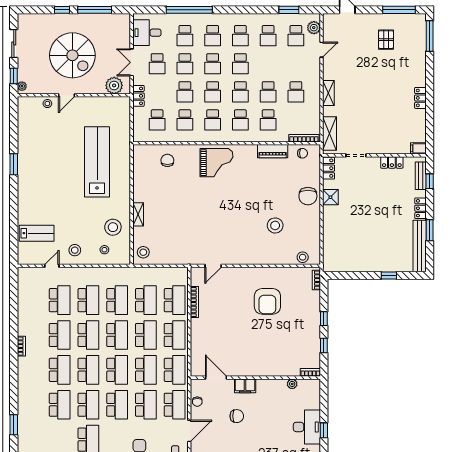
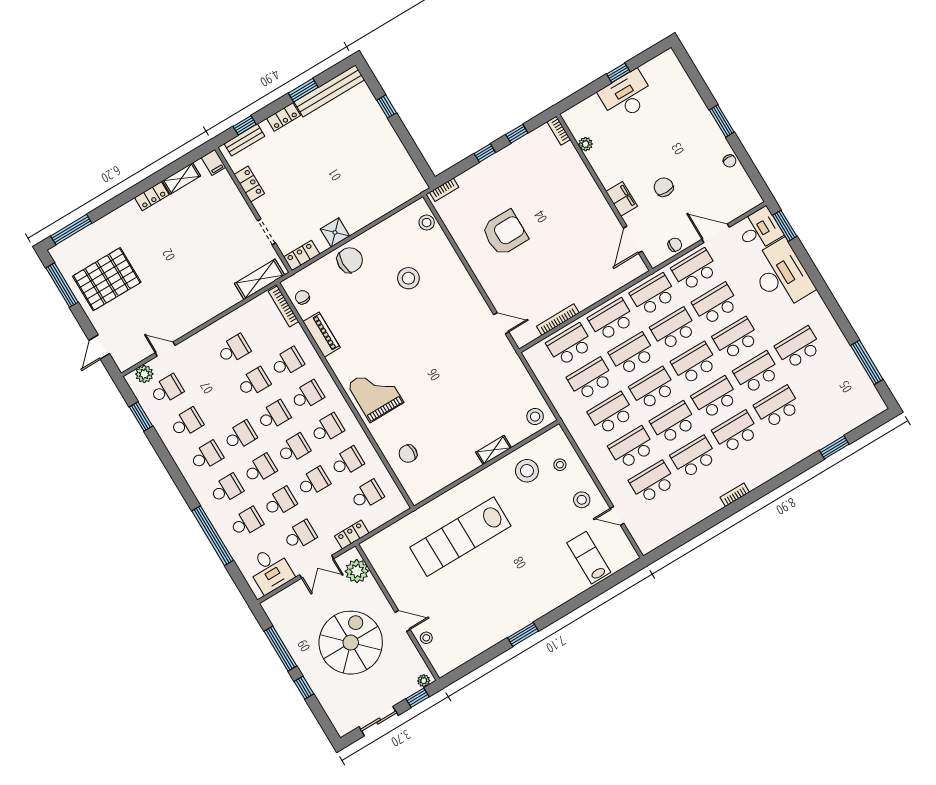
pallet: (386, 40) -> (107, 279), width x2.05, depth x2.00
shelving: (328, 93) -> (181, 178), moved

